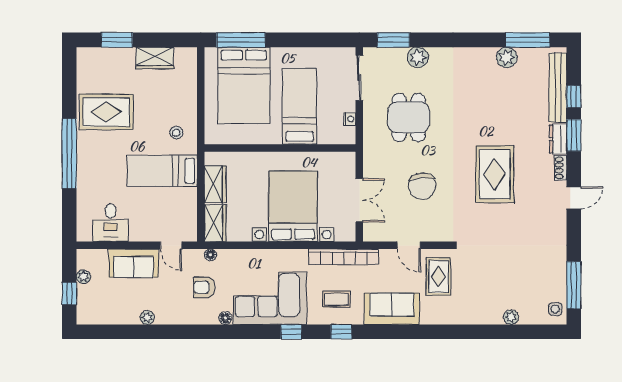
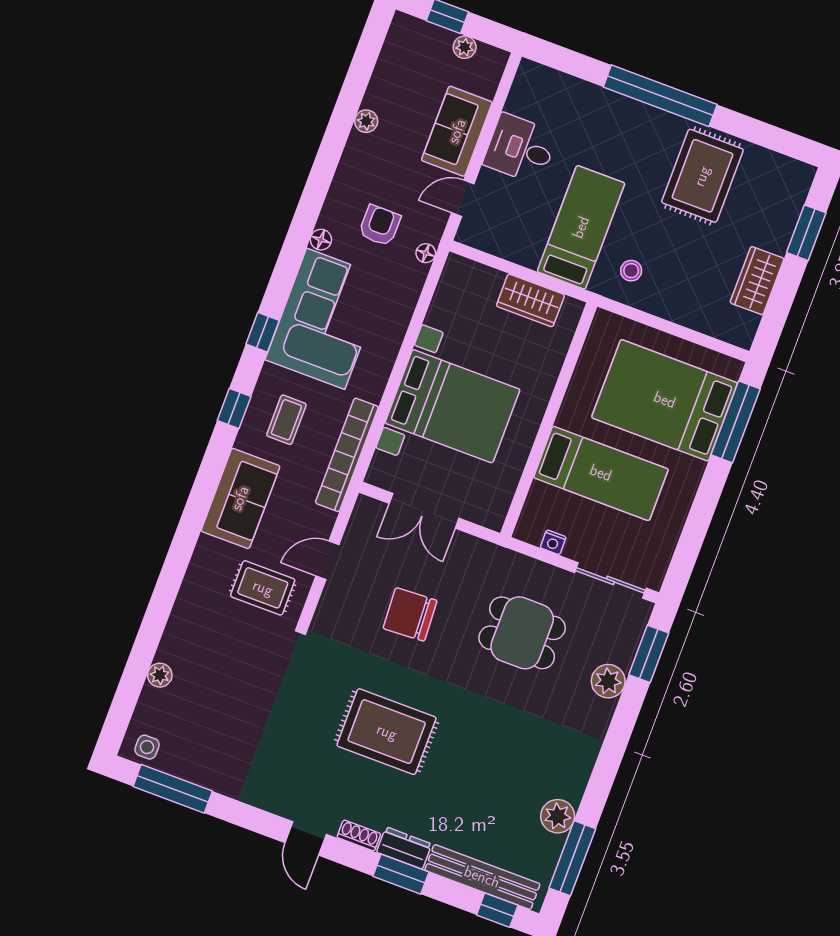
window: (574, 97) -> (497, 910), moved
desk: (111, 223) -> (520, 149), moved
wardrobe: (215, 223) -> (471, 278), removed

